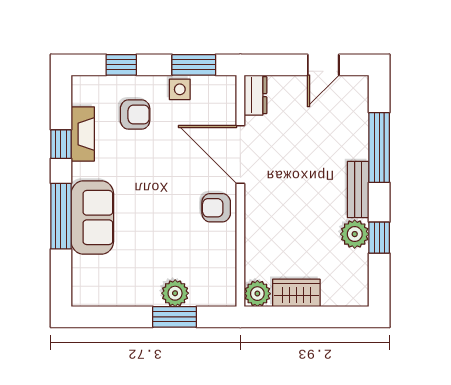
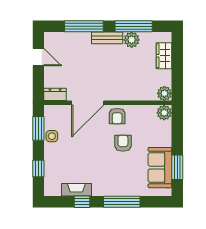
armchair: (135, 115) -> (123, 143), moved
sofa: (92, 218) -> (160, 168), moved, turned -90
window: (379, 238) -> (134, 26), width x2.17
plant: (175, 293) -> (164, 113), moved
wardrobe: (296, 293) -> (164, 56), moved
window: (175, 317) -> (177, 167), moved

